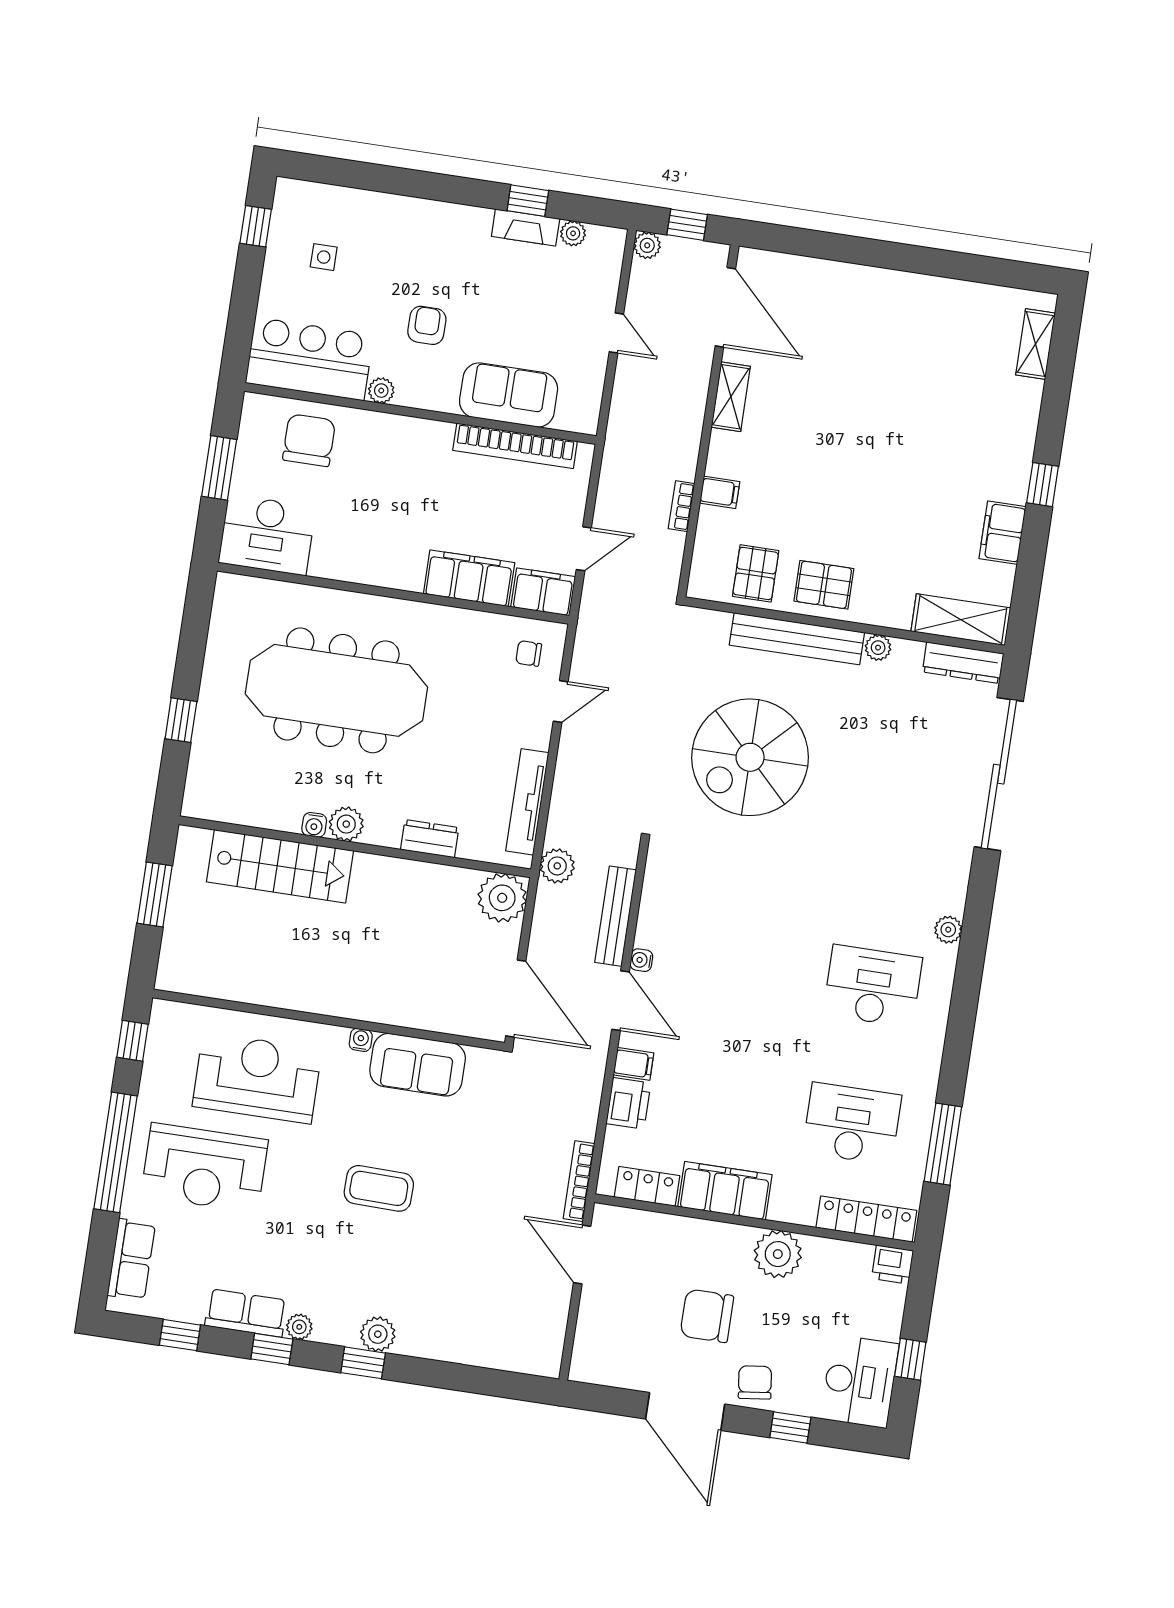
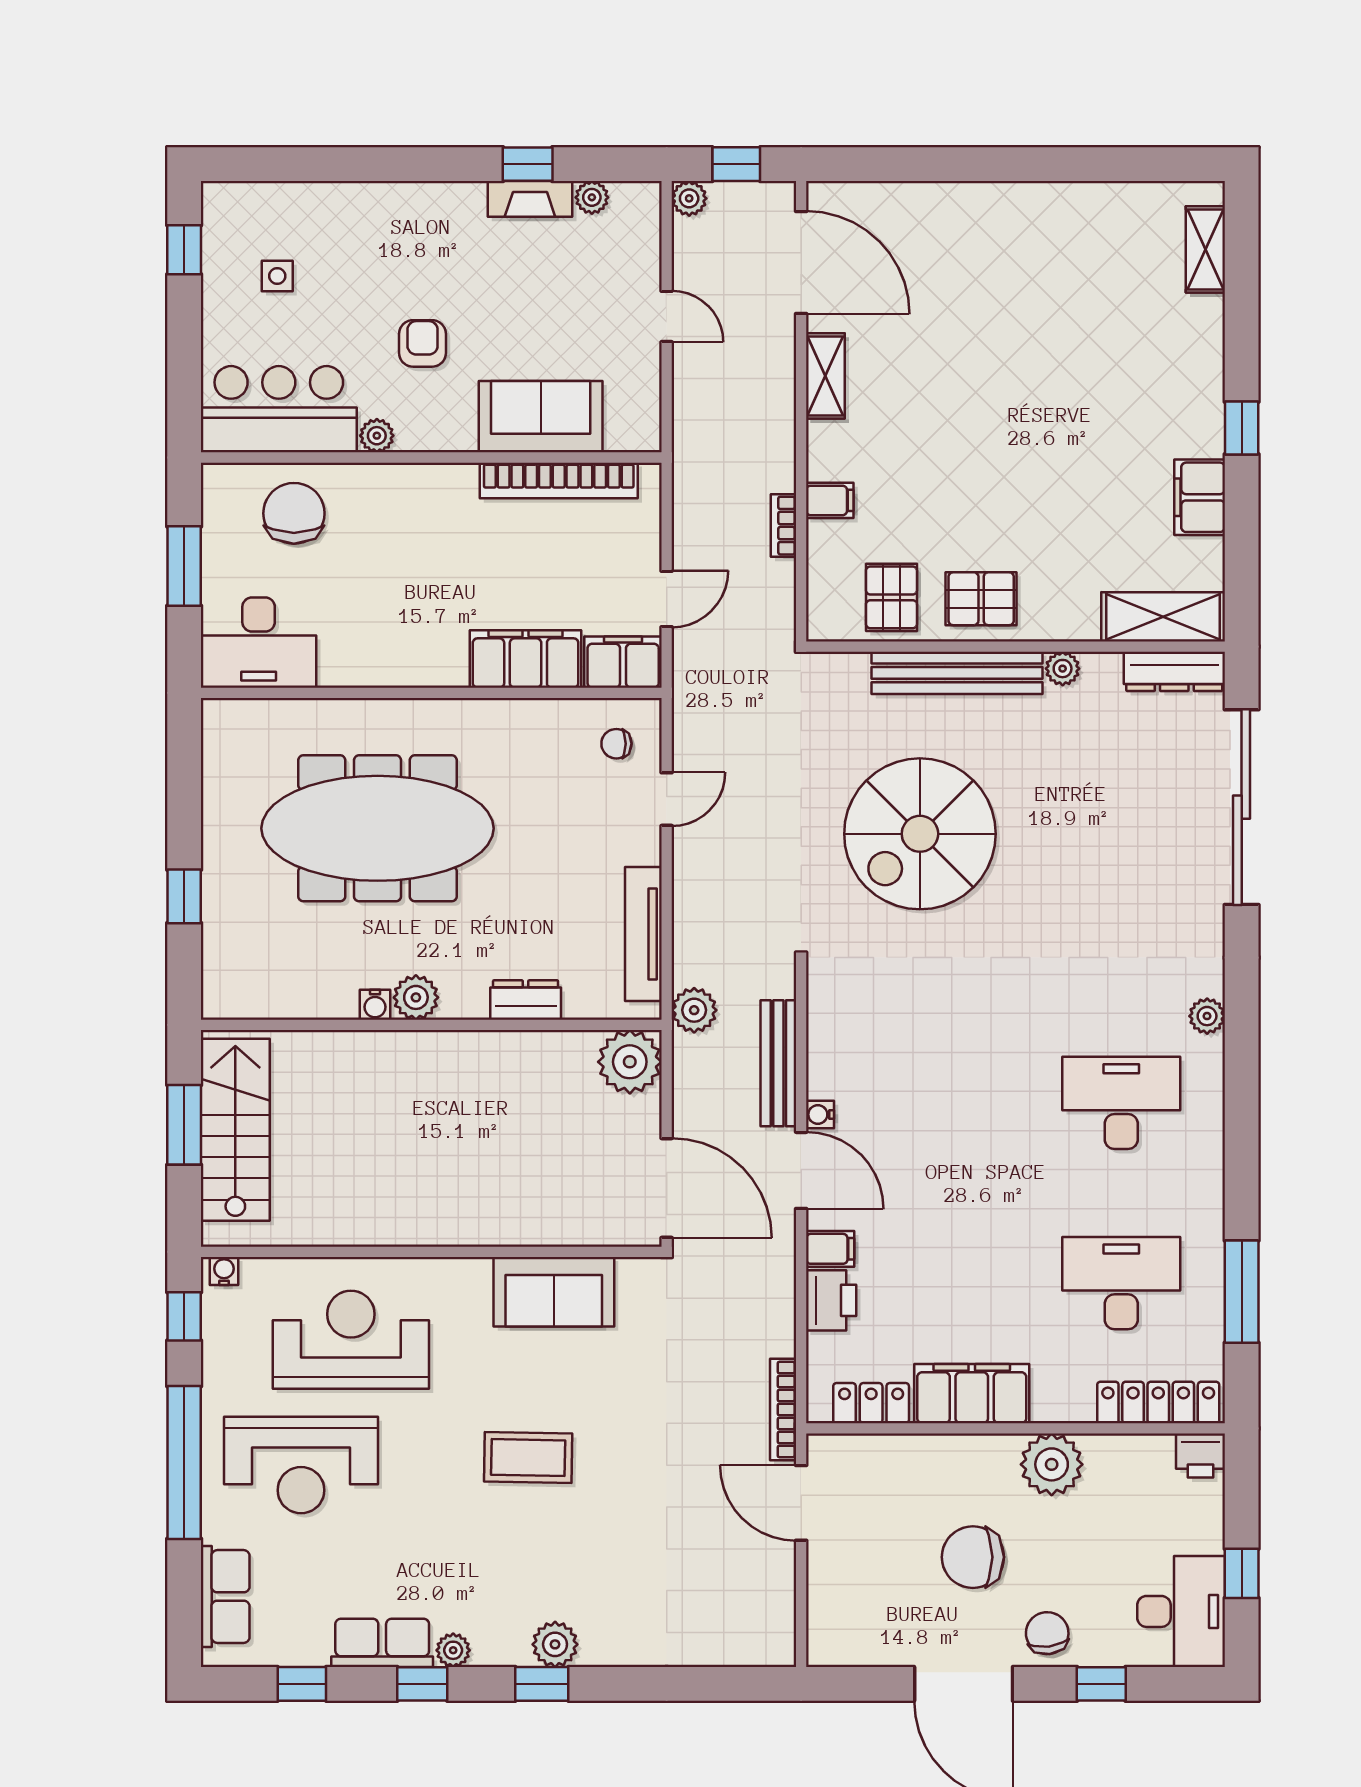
stairs: (280, 866) -> (235, 1130), moved, turned -90
water cooler: (361, 1040) -> (224, 1271), moved

